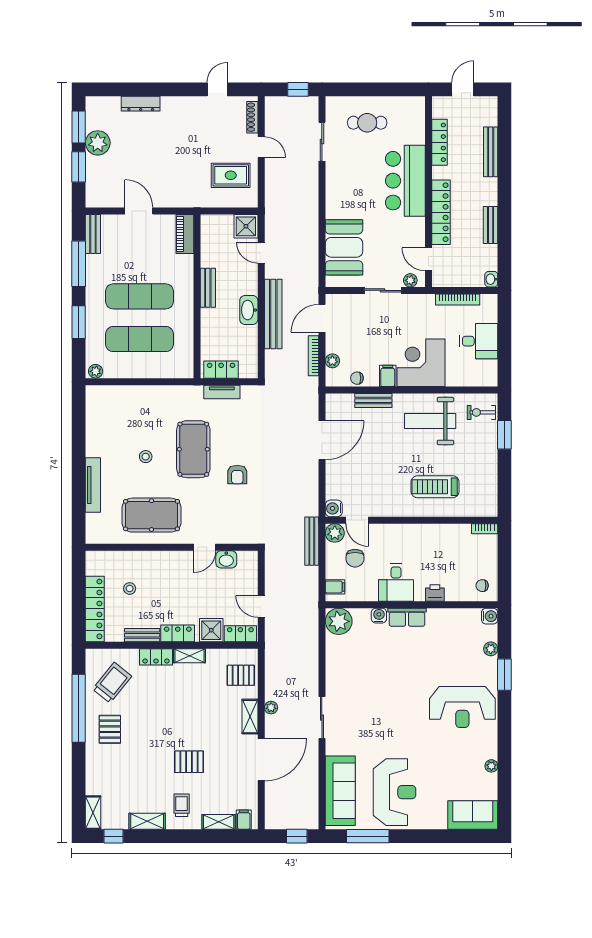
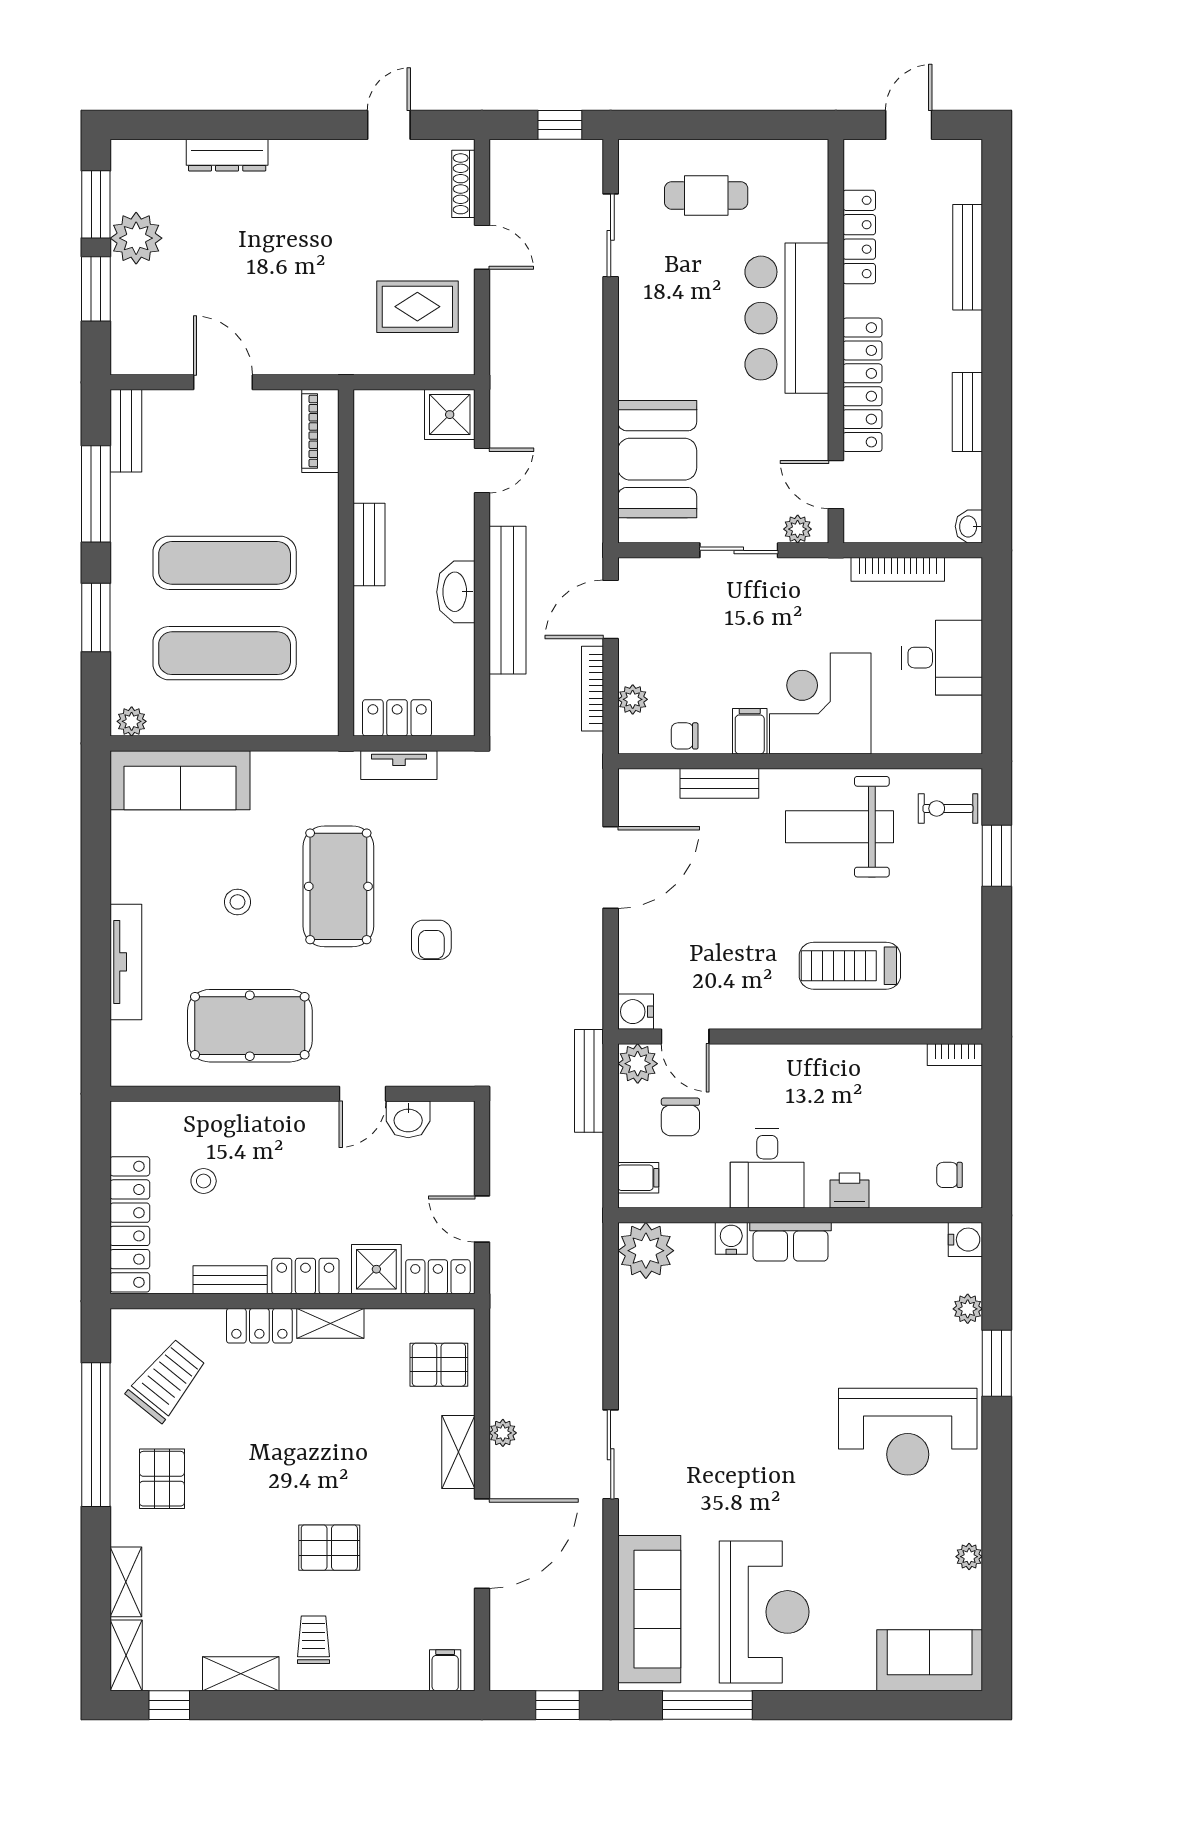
door: (261, 253) -> (482, 470), swing flipped
sofa: (119, 399) -> (180, 780), added
shelving: (219, 822) -> (126, 1582), moved, turned 90

